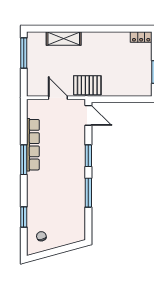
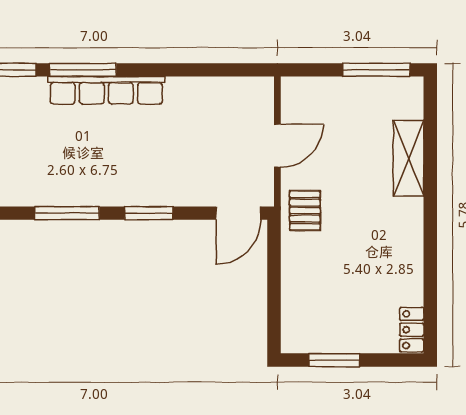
pallet: (87, 85) -> (305, 211), width x0.67, depth x0.71
row of seats: (33, 145) -> (106, 90), moved
window: (24, 160) -> (83, 70), moved

